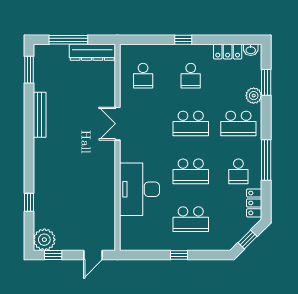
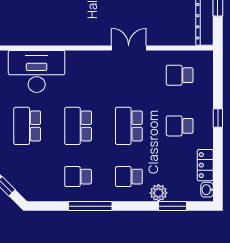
school desk: (238, 123) -> (129, 177), width x0.54
desk: (140, 189) -> (37, 71), moved
locker: (254, 203) -> (44, 193), removed

